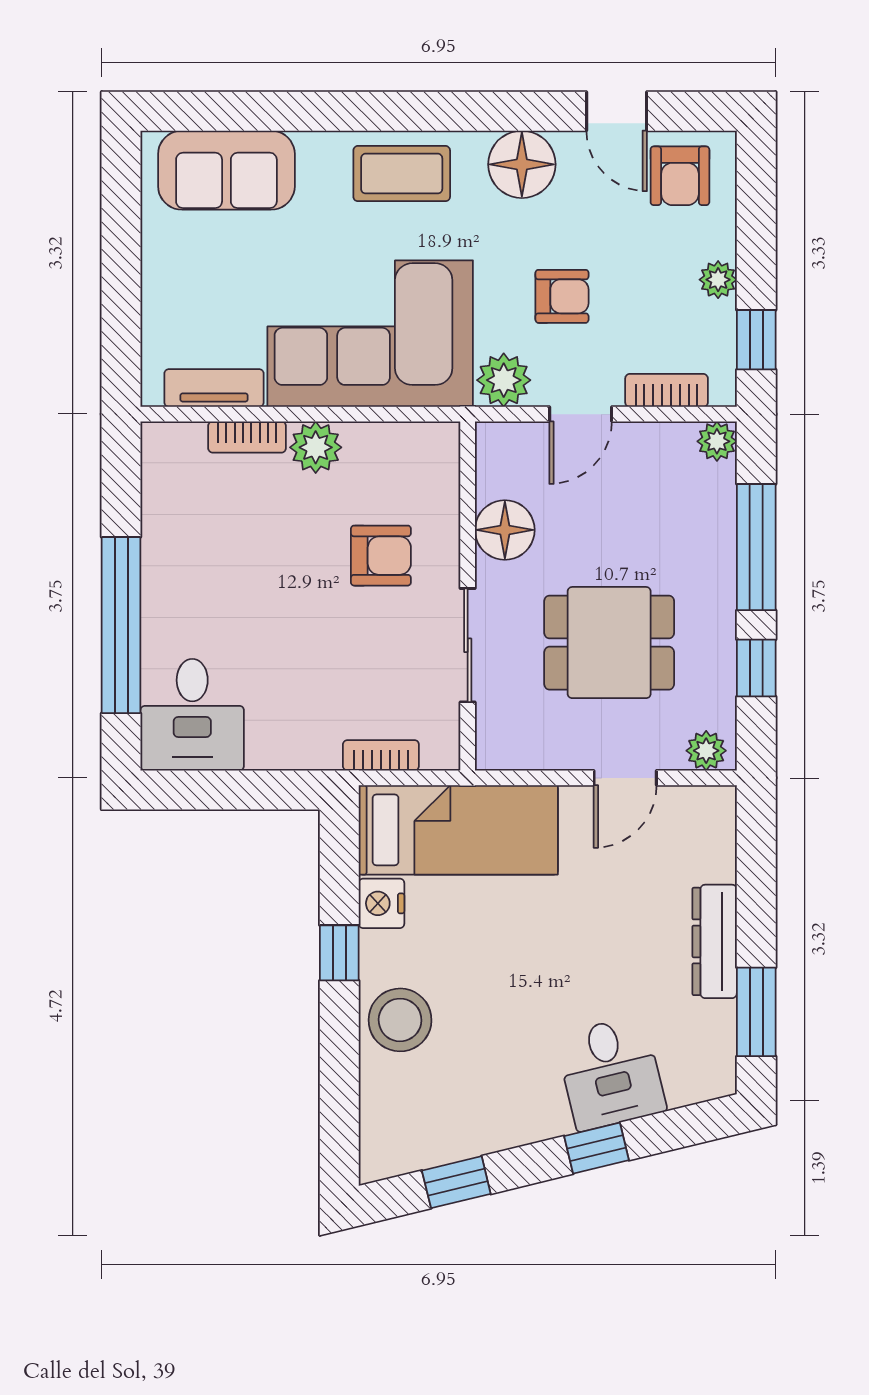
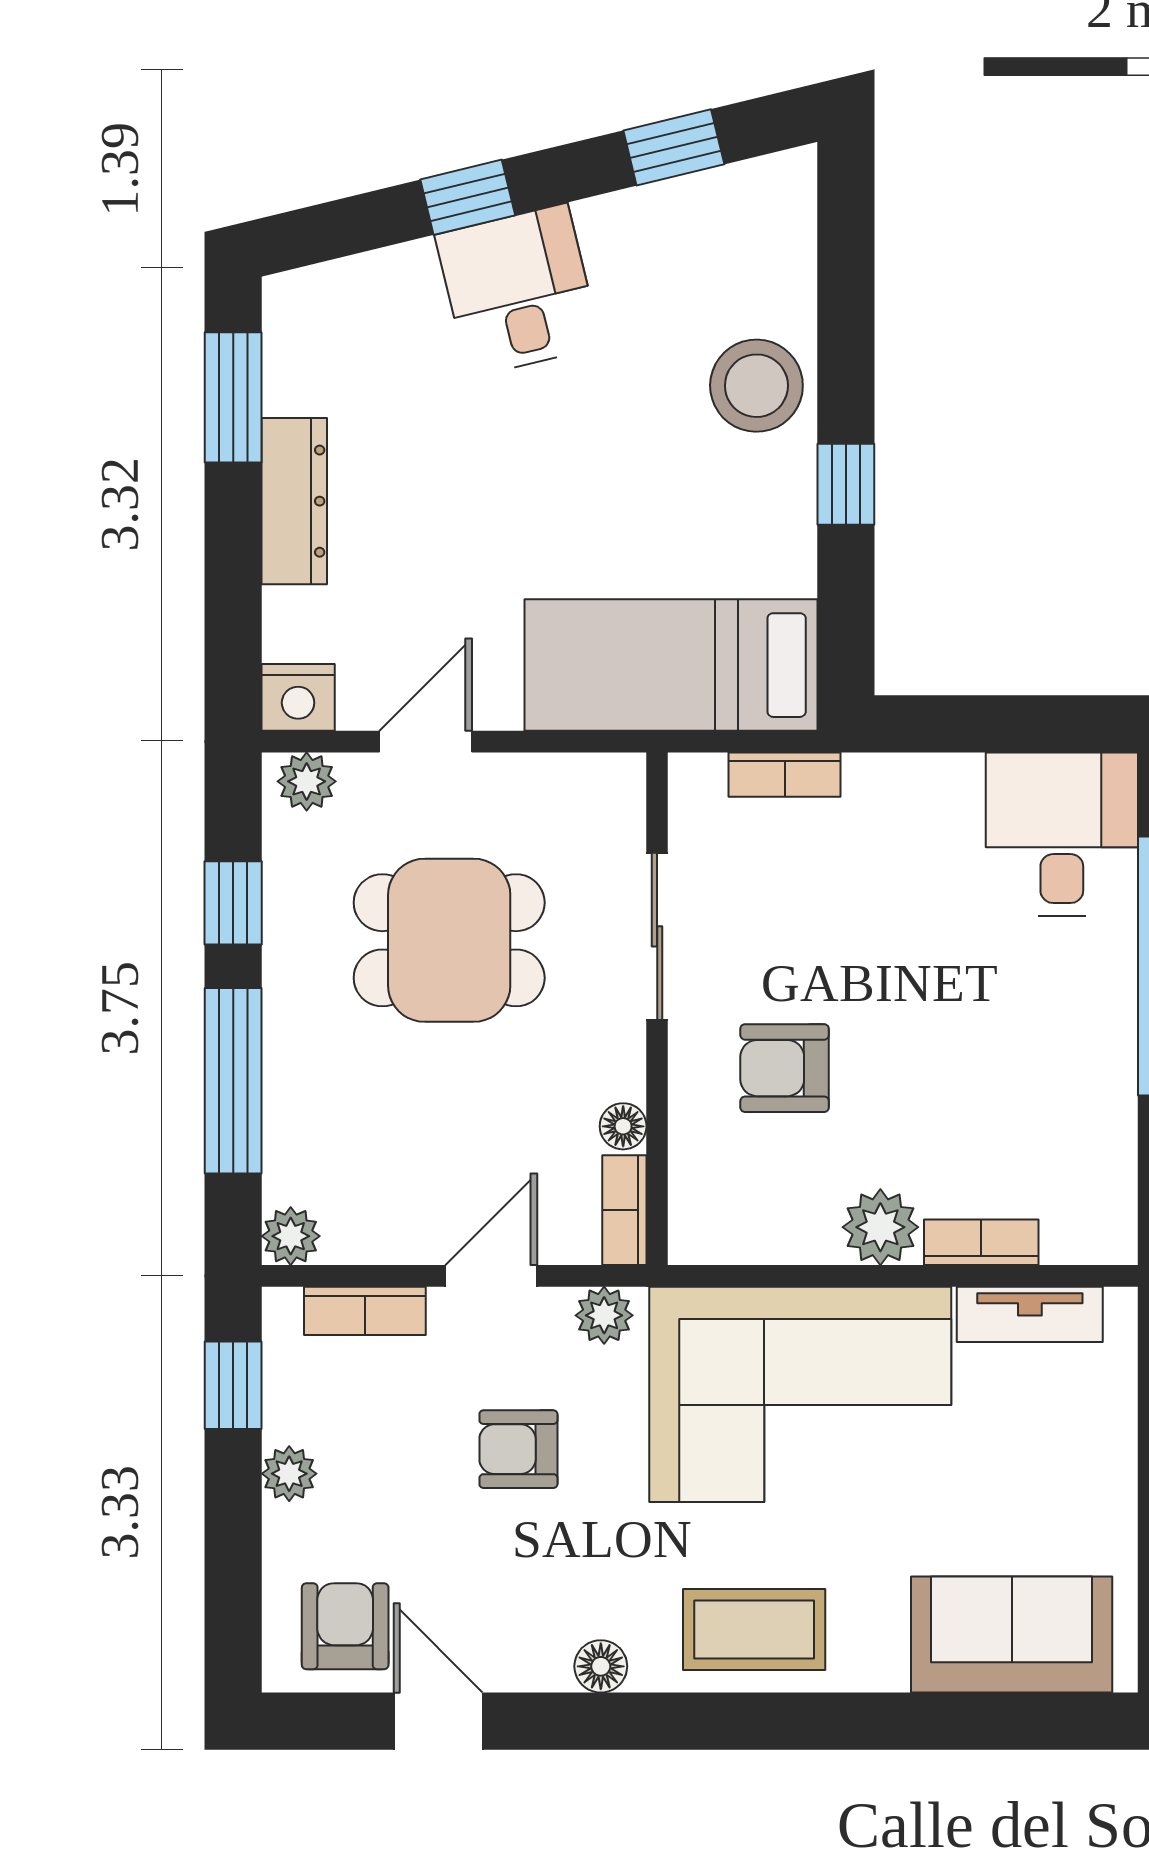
floor lamp: (522, 164) -> (601, 1666), width x0.53, depth x0.53
plant: (504, 380) -> (604, 1315), width x0.73, depth x0.73
bookcase: (490, 459) -> (624, 1210), added
floor lamp: (505, 530) -> (623, 1126), width x0.53, depth x0.53
nightstand: (381, 903) -> (298, 697), moved, turned 90
desk: (611, 1073) -> (518, 290), moved

